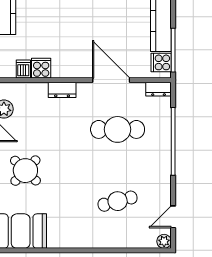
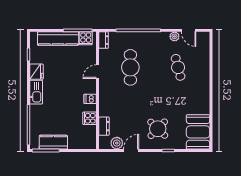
dishwasher: (23, 69) -> (90, 99), moved
door: (111, 80) -> (97, 72), width x0.53
dresser: (62, 90) -> (104, 126), moved
plant: (164, 241) -> (174, 36), moved

